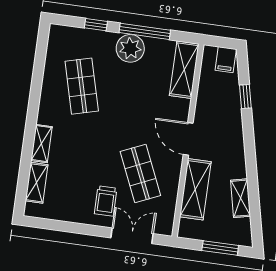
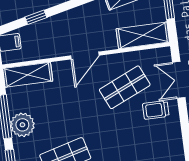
shelving: (195, 189) -> (143, 35), moved
trolley: (106, 201) -> (156, 110), turned 180

